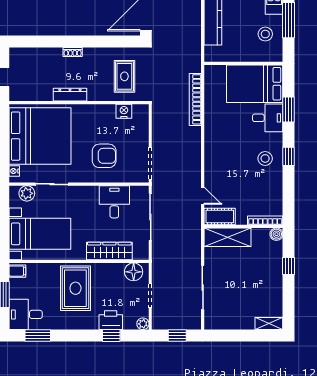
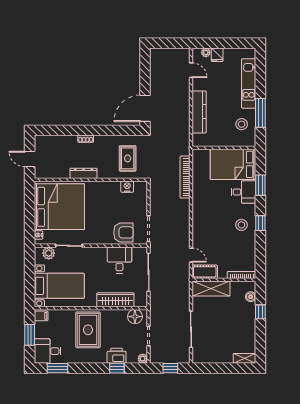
armchair: (104, 156) -> (123, 232), moved
boiler: (276, 234) -> (251, 297), moved

